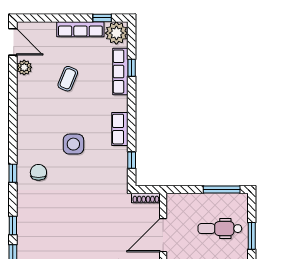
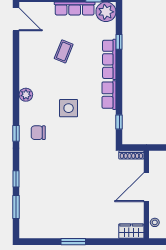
plant: (24, 67) -> (26, 95), moved
row of seats: (120, 72) -> (109, 59), moved
chair: (38, 172) -> (38, 133), turned -90

